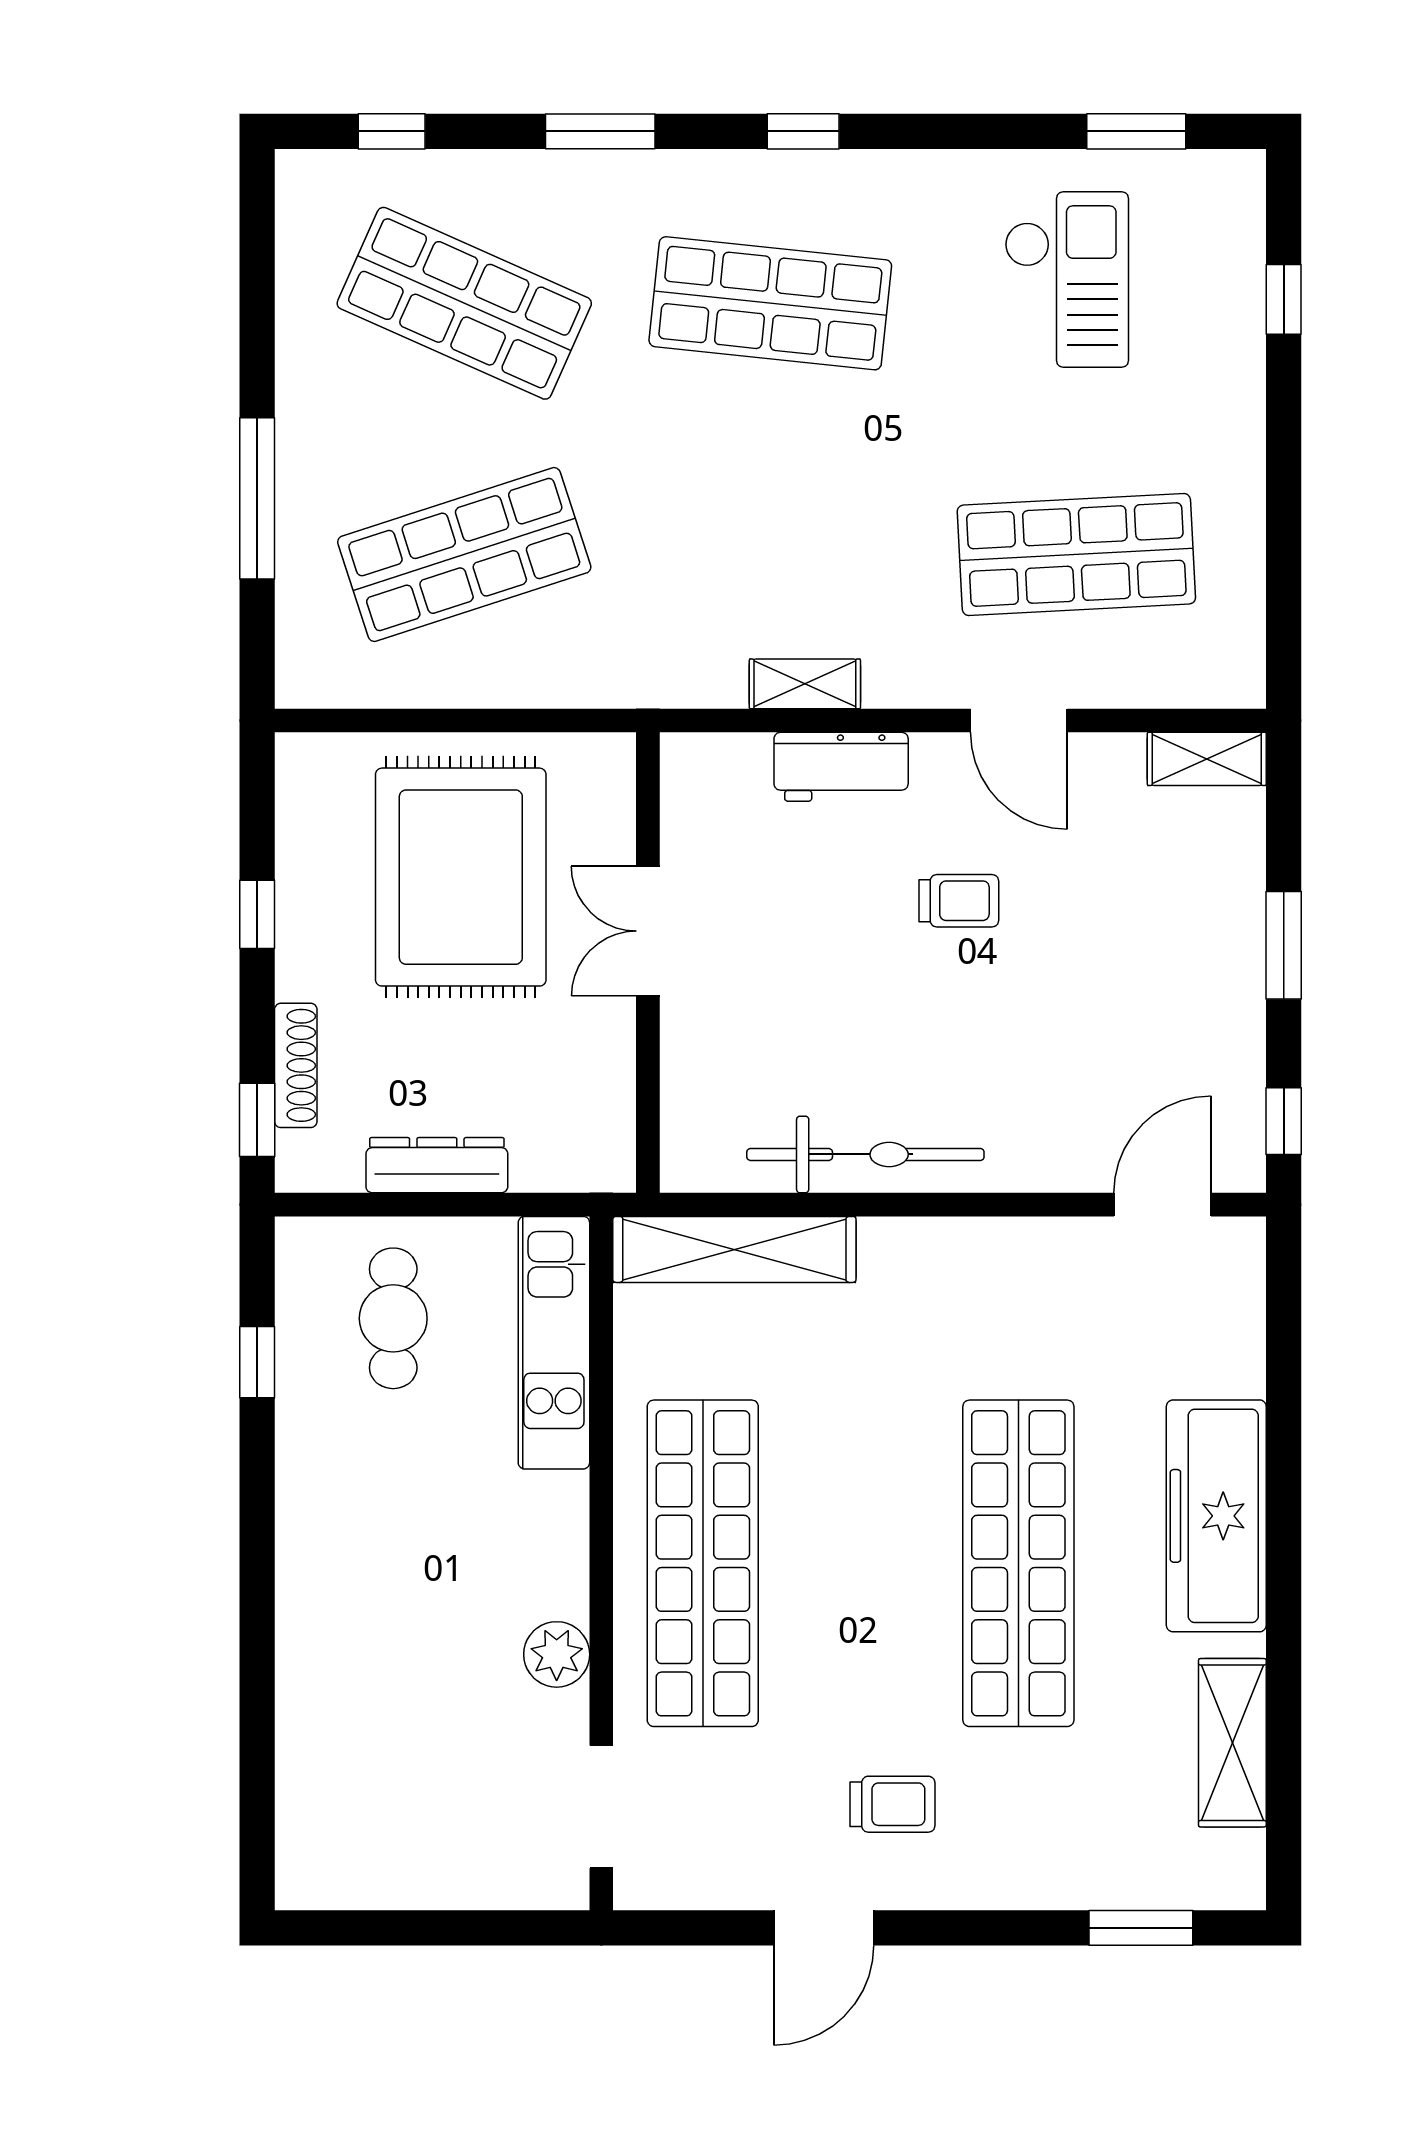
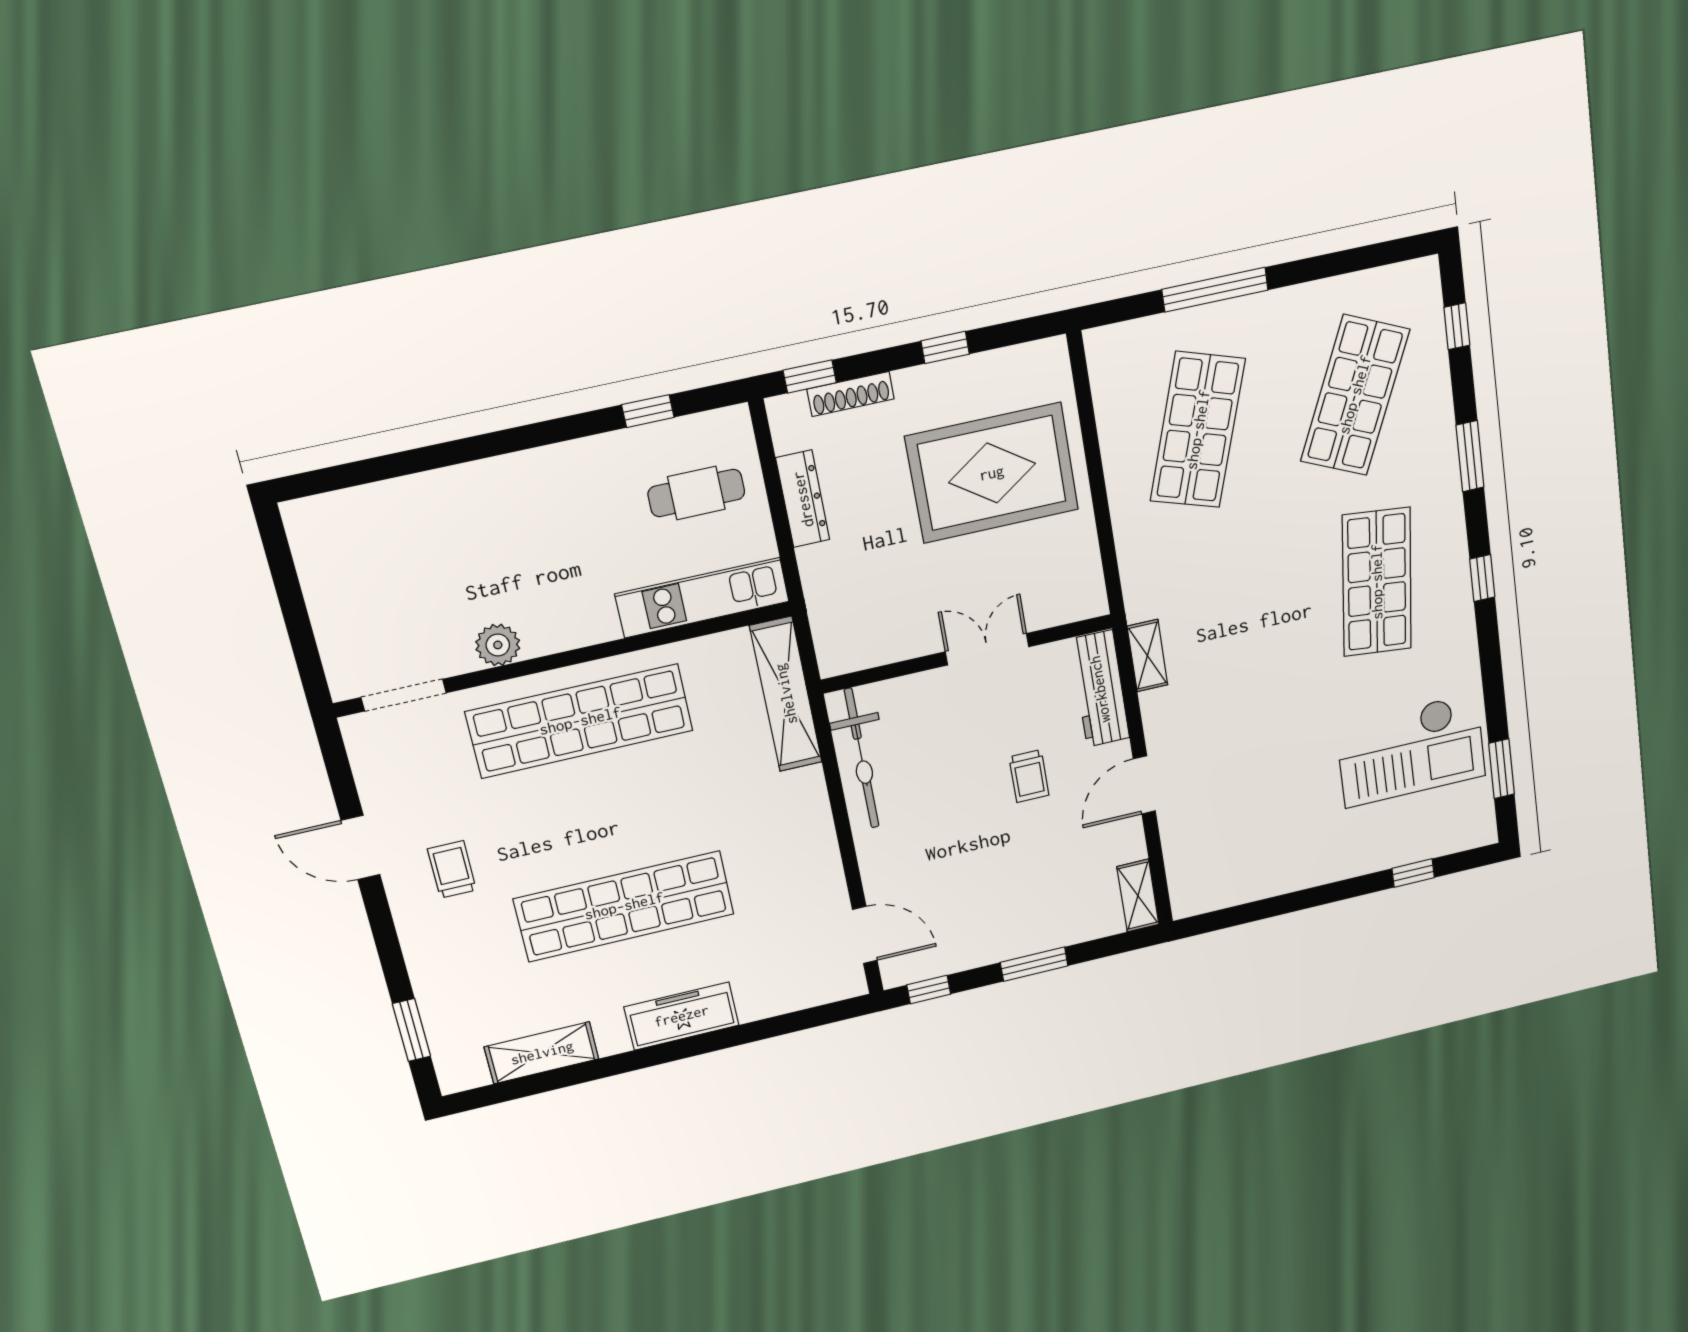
checkout: (1067, 280) -> (1411, 750), width x1.36, depth x1.21
shop shelf: (464, 555) -> (1198, 430), turned 36
shop shelf: (1076, 555) -> (1249, 794), removed
workbench: (841, 767) -> (1100, 689), width x1.38
double door: (648, 931) -> (987, 649), moved
wall: (648, 963) -> (967, 654), moved
freezer: (1216, 1516) -> (682, 1016), width x0.73, depth x0.79
trolley: (892, 1804) -> (452, 869), turned 180

